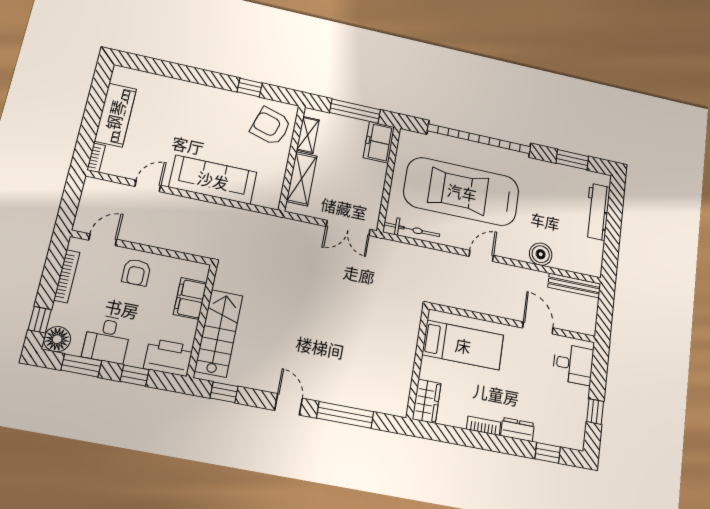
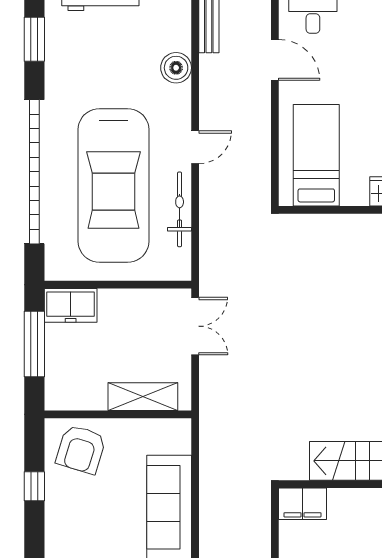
shelving: (308, 135) -> (82, 400), removed
bicycle: (412, 230) -> (180, 209), moved
door: (481, 256) -> (195, 147), swing flipped
filing cabinet: (190, 299) -> (302, 504), moved
door: (538, 328) -> (275, 60), swing flipped

